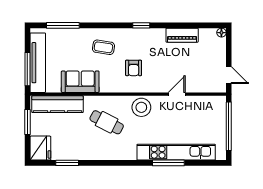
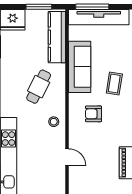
sofa: (80, 82) -> (80, 67), width x1.36
stool: (141, 107) -> (54, 122), width x0.53, depth x0.53

